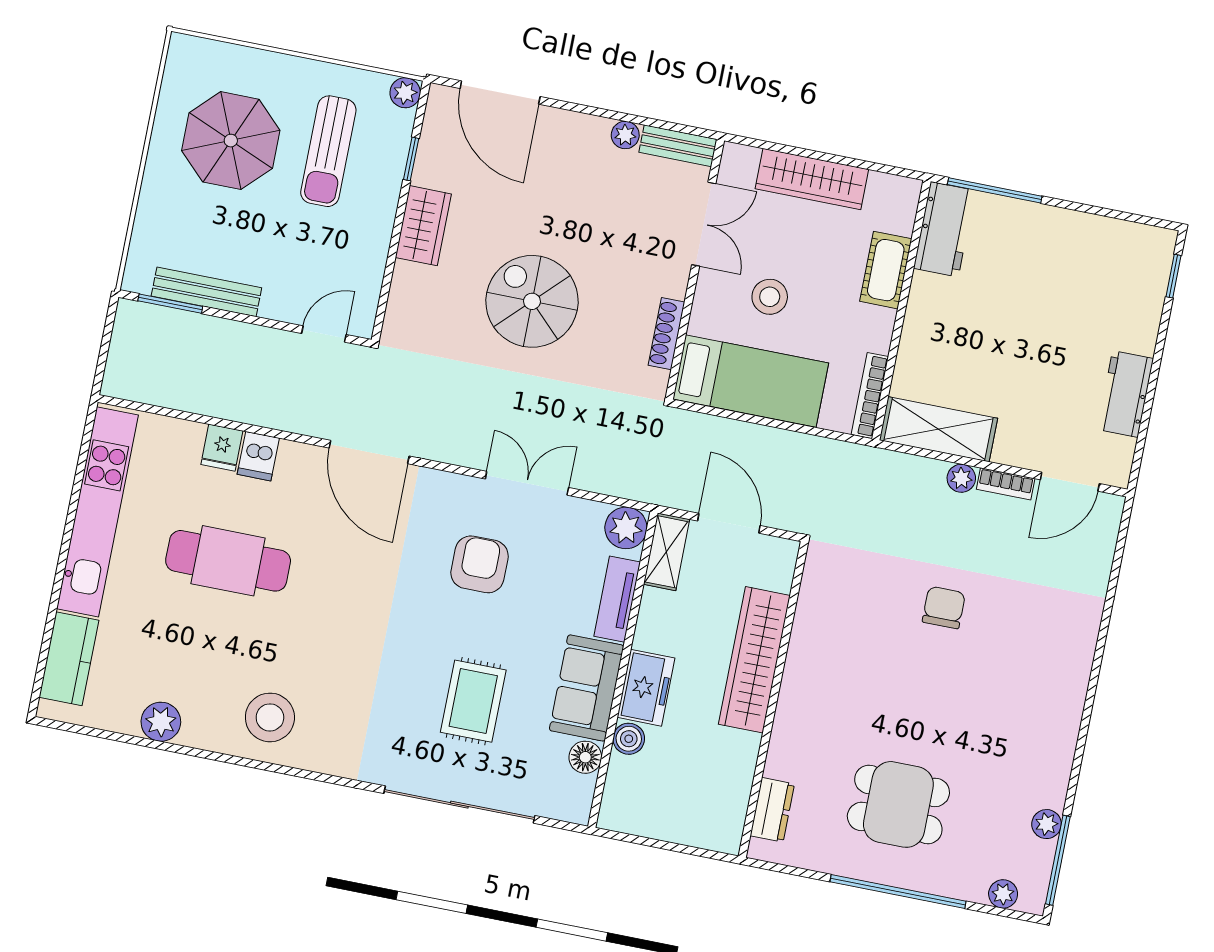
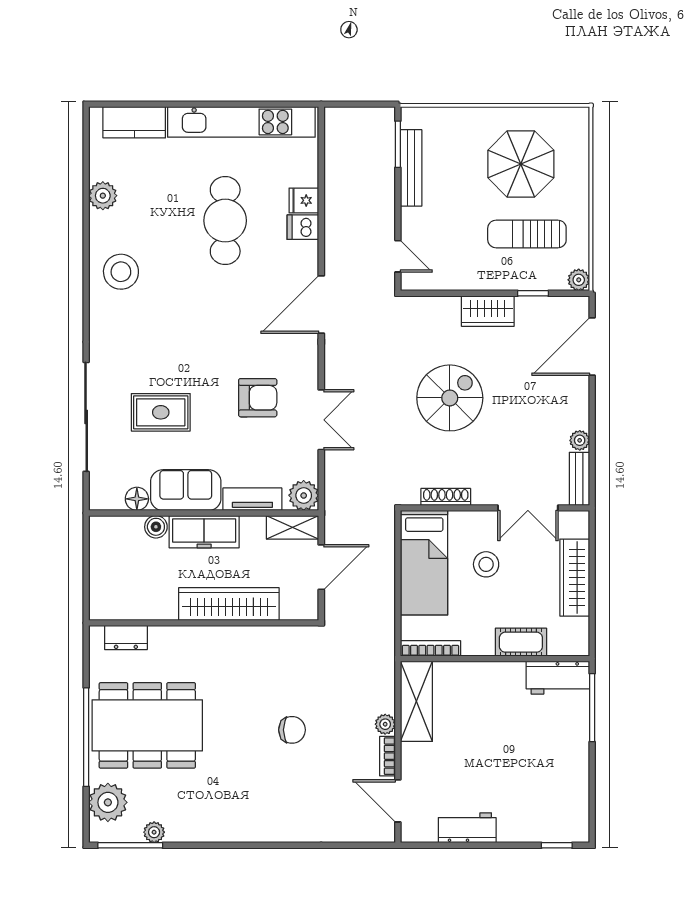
freezer: (646, 688) -> (204, 532), width x1.40
dining table: (898, 804) -> (147, 725), width x1.88, depth x1.24
plant: (1003, 894) -> (108, 802), width x1.88, depth x1.88

